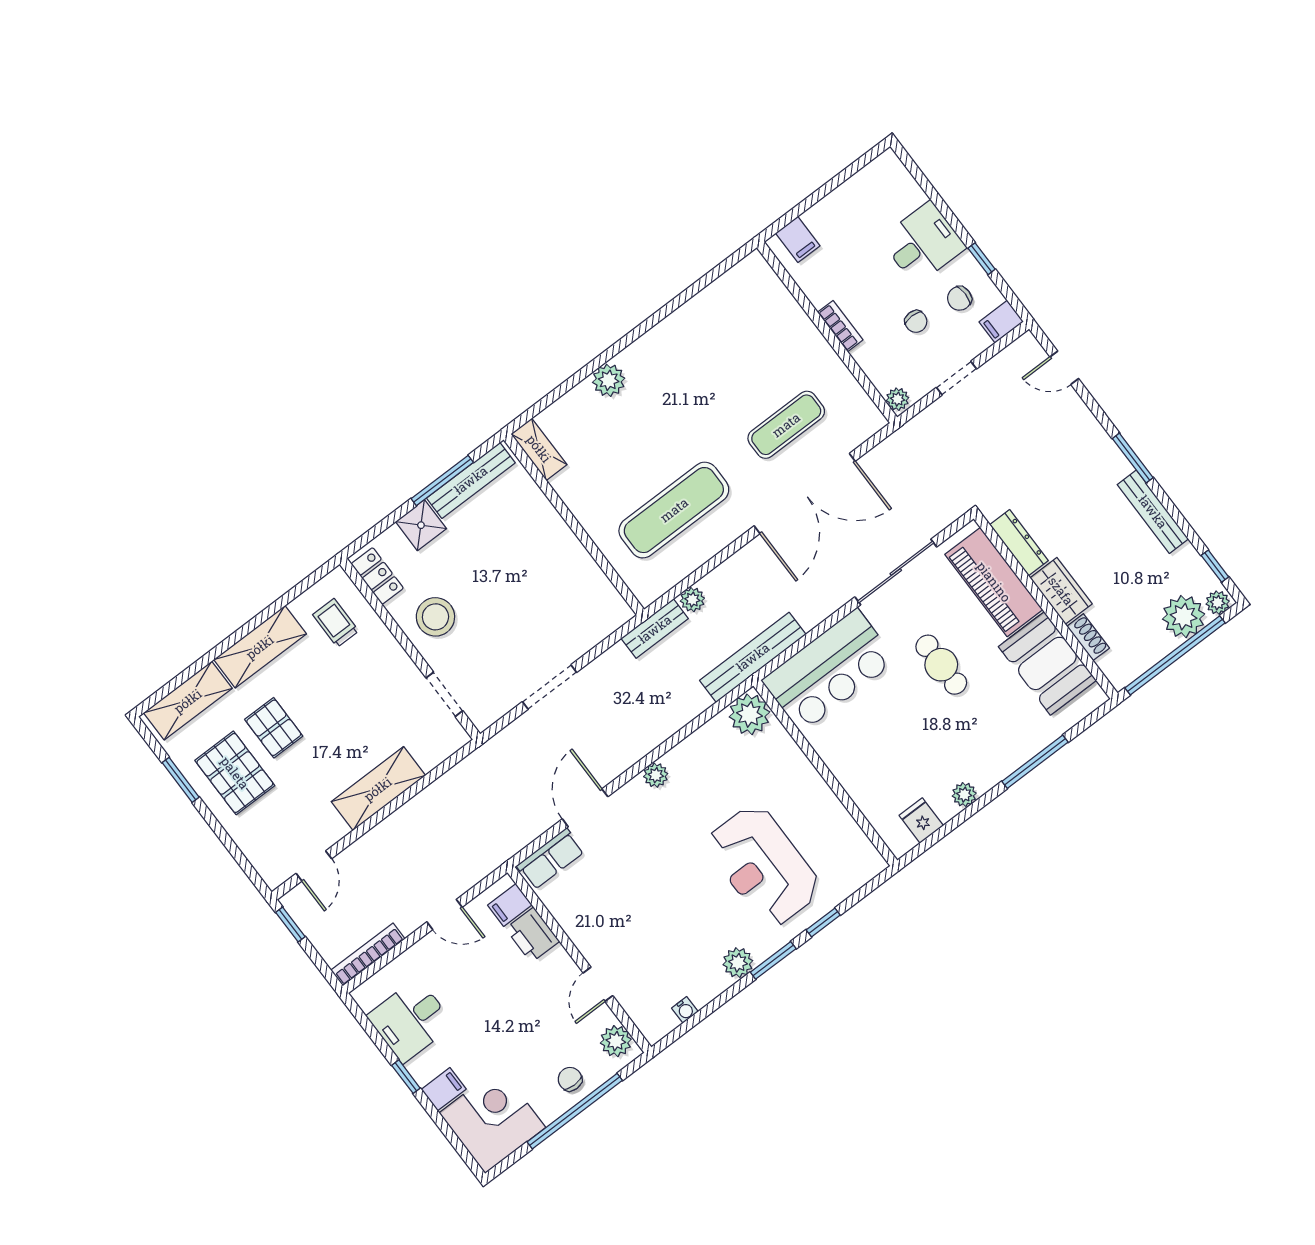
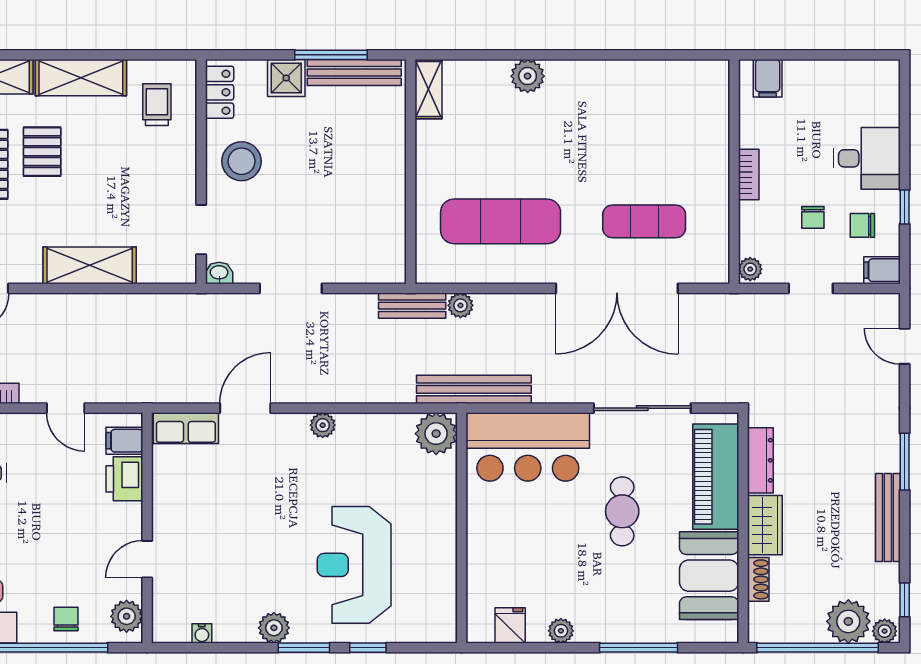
washbasin: (484, 718) -> (219, 273), added

